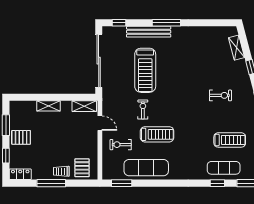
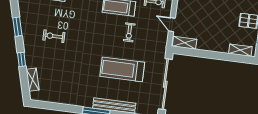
treadmill: (145, 70) -> (122, 69), turned -90
shelving: (48, 106) -> (240, 50), moved

